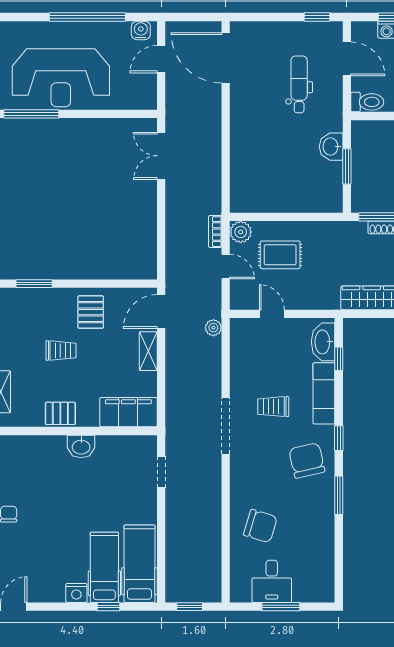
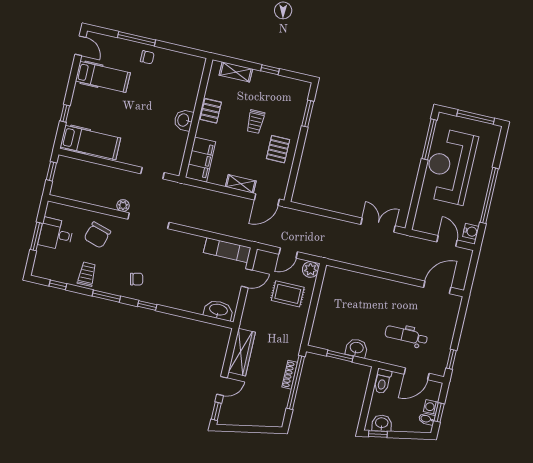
door: (226, 58) -> (437, 287), width x0.73
dental chair: (299, 84) -> (406, 335), turned 180
bookcase: (215, 232) -> (315, 251), removed
rug: (280, 255) -> (288, 294), turned 90
pallet: (91, 312) -> (278, 149), turned 90
door: (161, 312) -> (267, 199), swing flipped
plant: (213, 328) -> (123, 206), moved
window: (339, 359) -> (58, 285), moved
exam couch: (324, 393) -> (227, 250), moved, turned 180
trolley: (273, 407) -> (87, 274), moved
doorway: (226, 426) -> (148, 221), moved
chair: (307, 460) -> (137, 279), width x0.54, depth x0.54
hospital bed: (104, 567) -> (103, 77), moved
nightstand: (76, 593) -> (80, 93), removed

